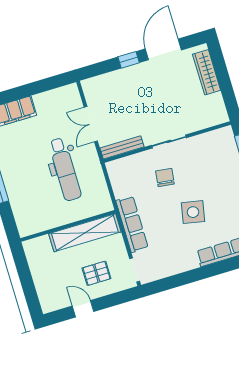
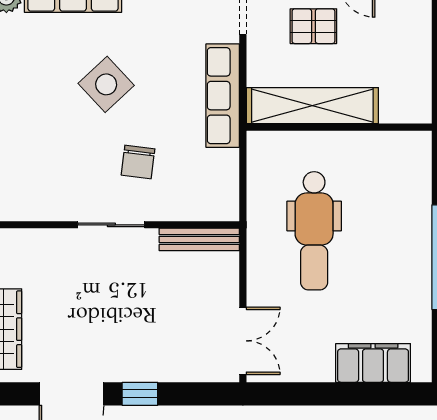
double door: (91, 124) -> (243, 341), moved
dental chair: (65, 169) -> (314, 231), turned 180
side table: (193, 212) -> (106, 84), turned 36

